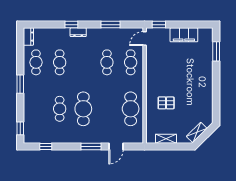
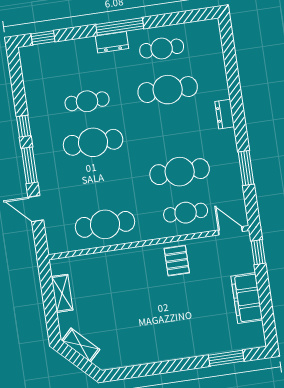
window: (71, 25) -> (236, 100), removed
dresser: (28, 37) -> (112, 42), moved
cafe table: (60, 62) -> (168, 90), width x1.37, depth x1.35
cafe table: (107, 62) -> (180, 172), width x1.37, depth x1.35
window: (20, 84) -> (120, 27), width x1.44
pallet: (166, 103) -> (177, 261), moved
window: (46, 147) -> (24, 126), moved

